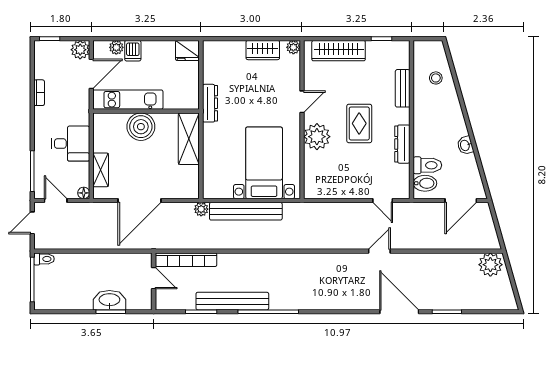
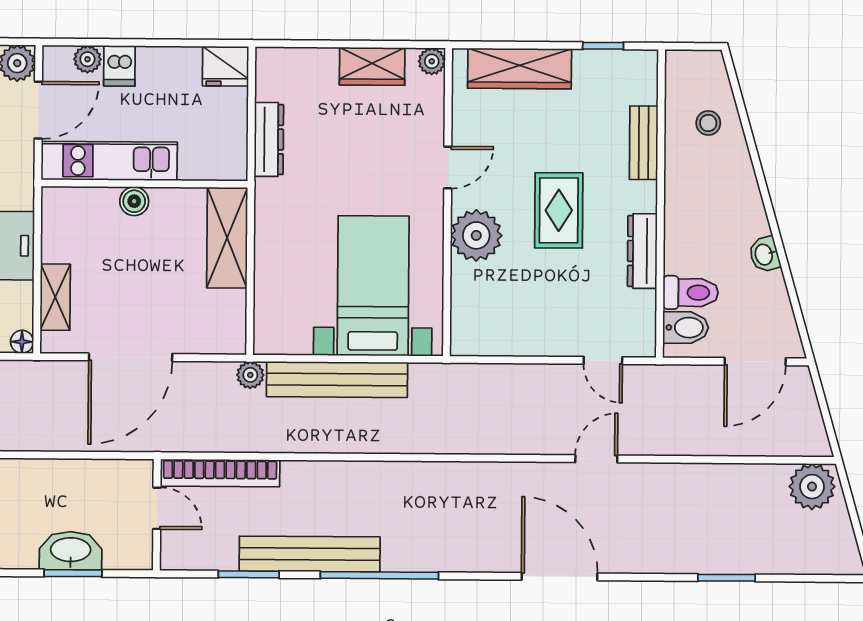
dresser: (210, 103) -> (269, 139), moved
boiler: (141, 127) -> (134, 201), width x0.54, depth x0.54
door: (399, 312) -> (559, 577), moved

